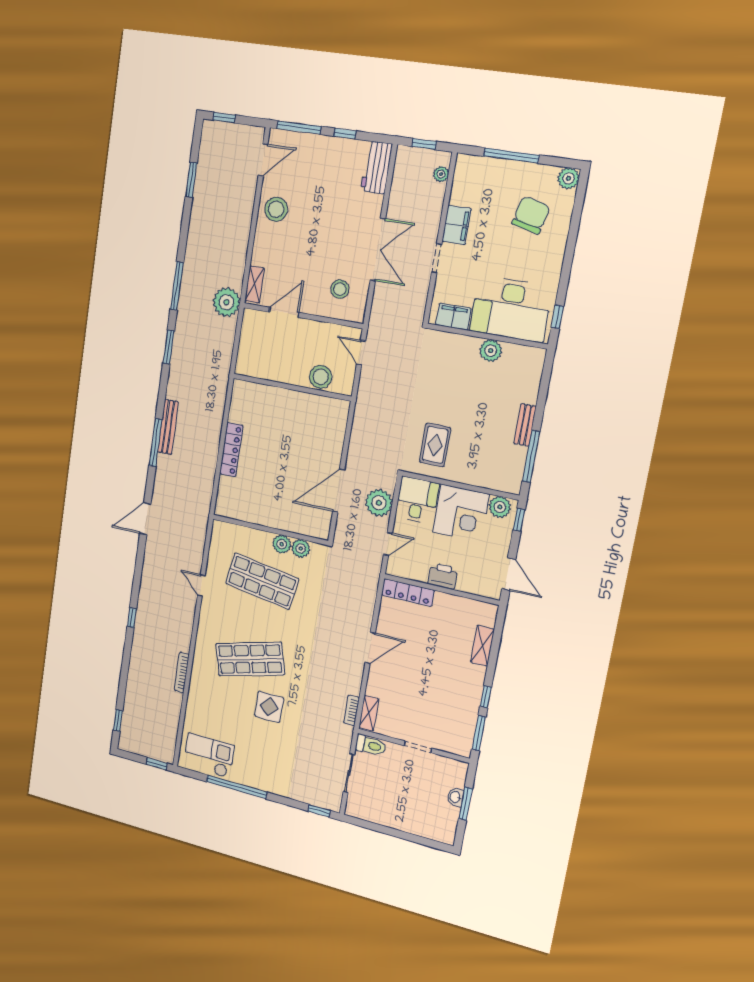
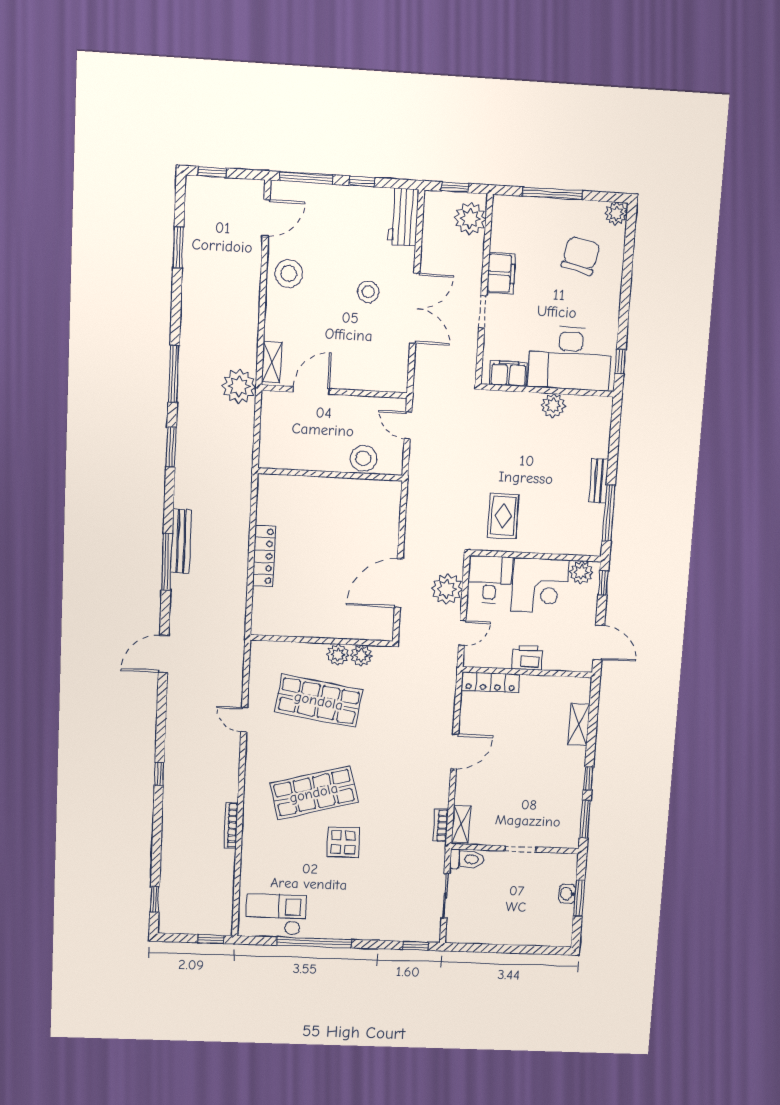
plant: (441, 174) -> (470, 219), width x1.88, depth x1.88
stool: (340, 289) -> (368, 292), moved

